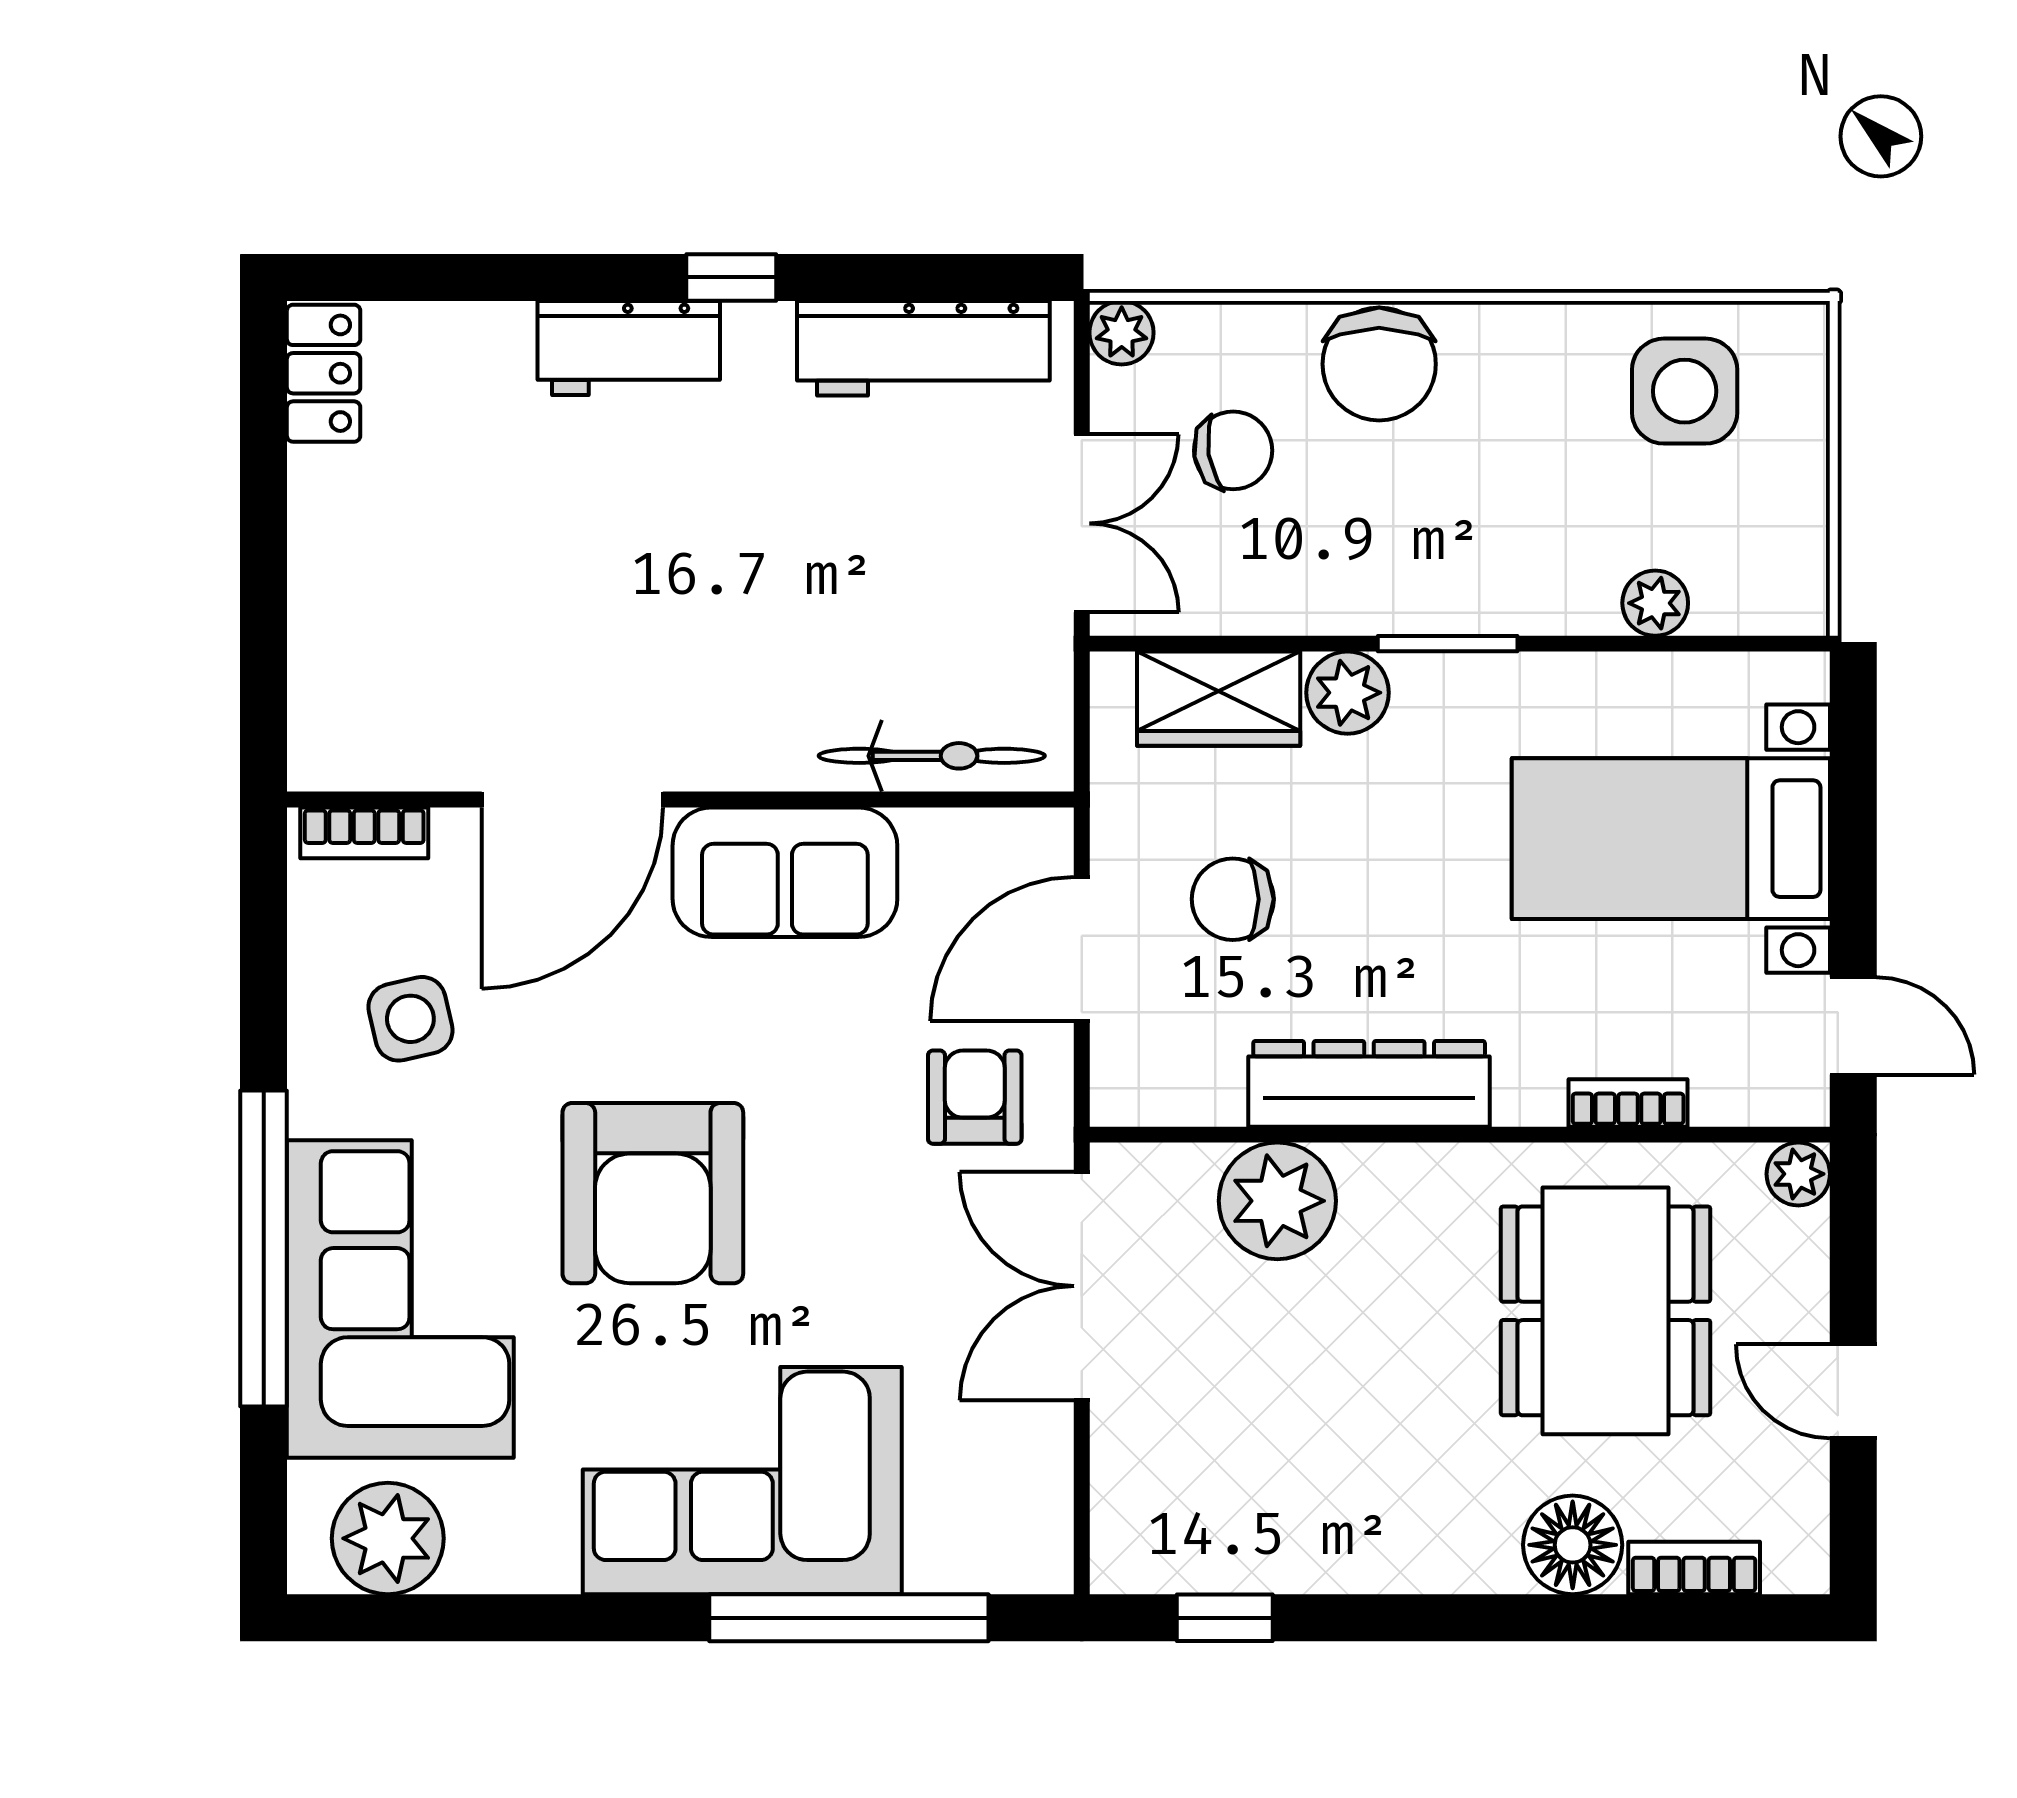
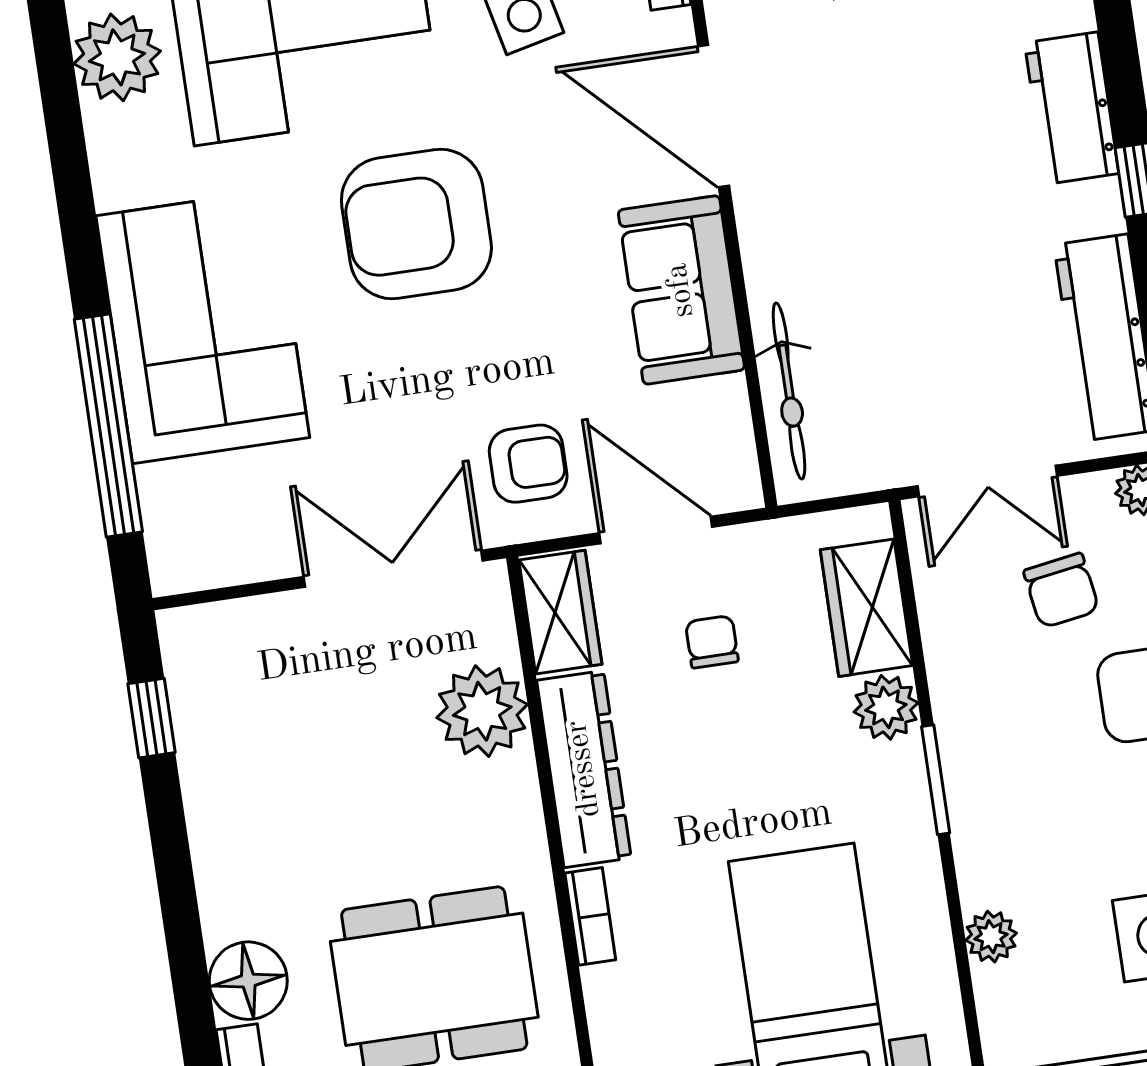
chair: (1233, 899) -> (712, 642), width x0.73, depth x0.73
wardrobe: (1167, 1084) -> (560, 612), added
bookcase: (1628, 1103) -> (590, 916), moved

